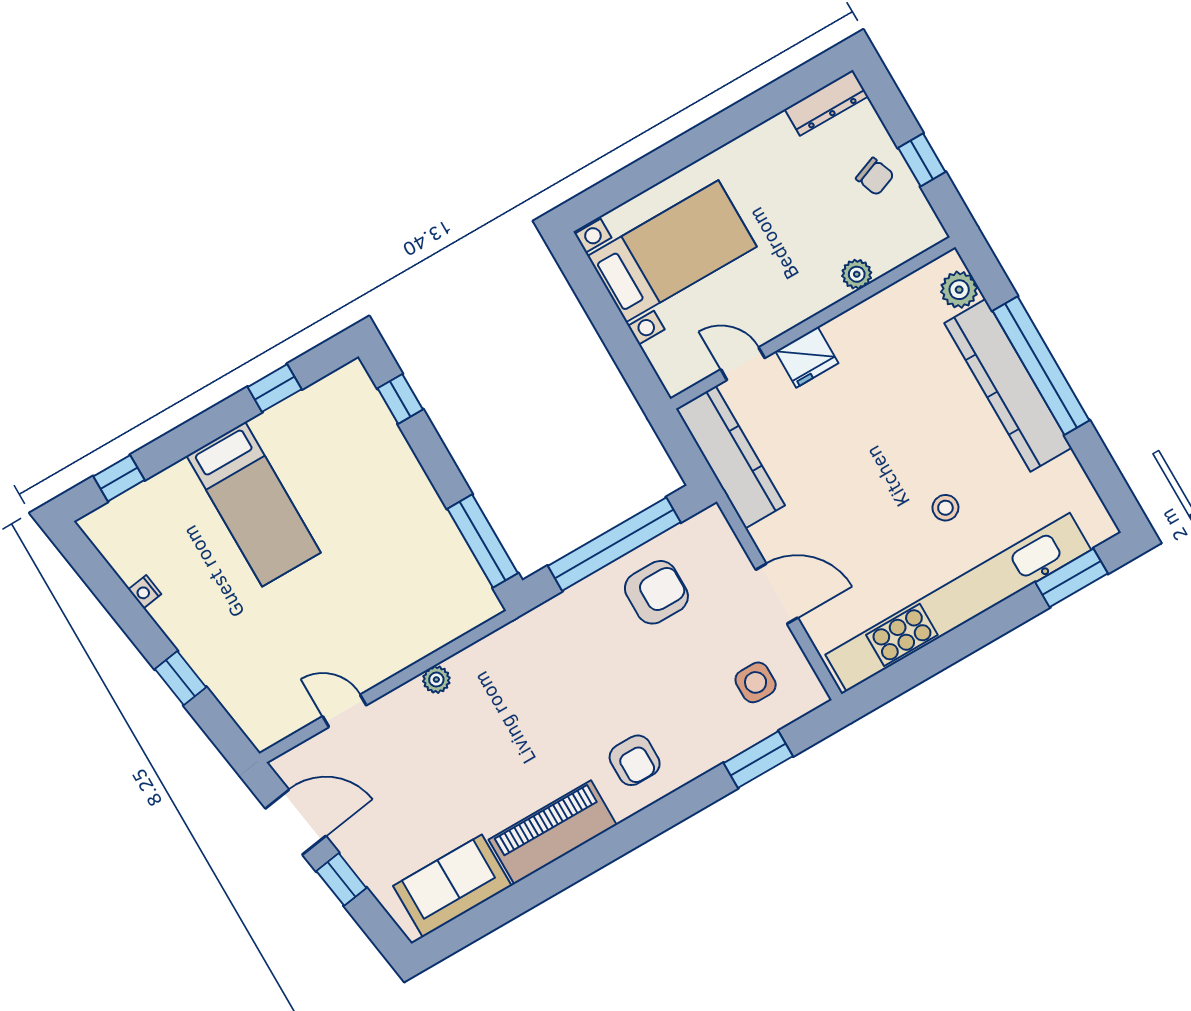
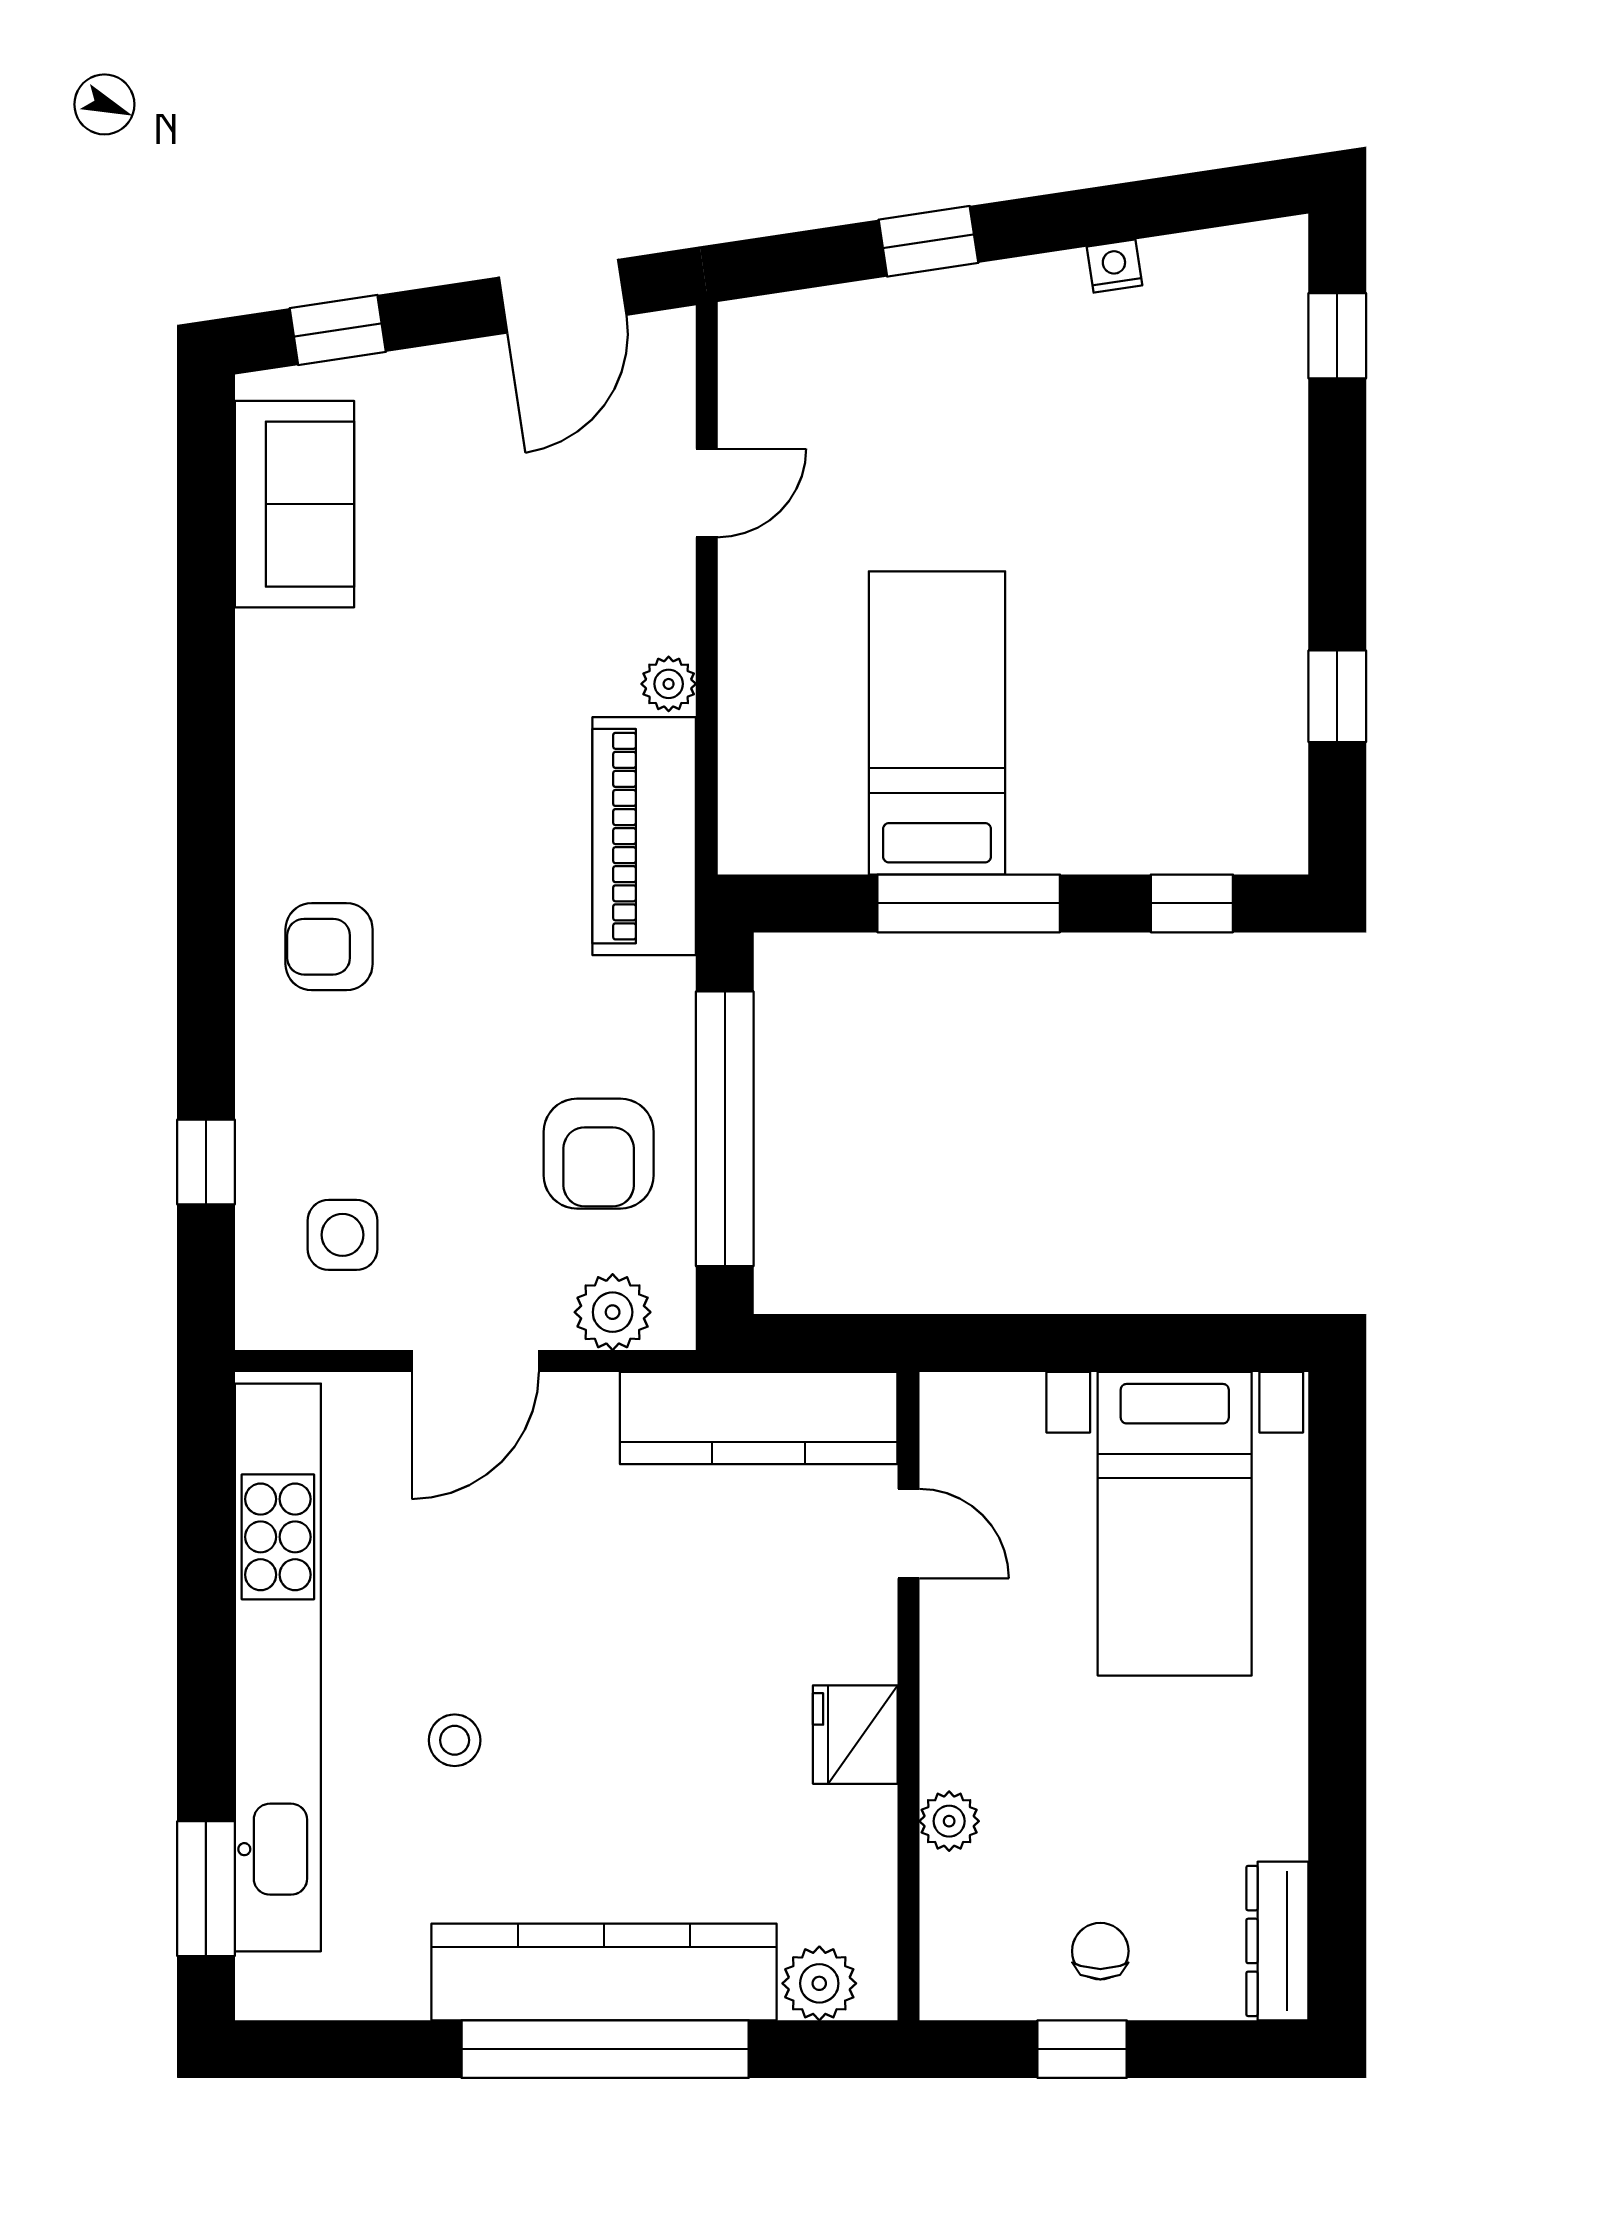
chair: (875, 177) -> (1100, 1951), turned 111
fridge: (807, 357) -> (855, 1735), moved
door: (743, 364) -> (909, 1534), hinge flipped
bed: (254, 504) -> (937, 723), moved, turned 90
window: (483, 541) -> (969, 903), moved
plant: (721, 547) -> (613, 1312), added
window: (758, 760) -> (206, 1162), width x0.67
piano: (553, 832) -> (644, 836), moved, turned 180
window: (341, 879) -> (338, 330), moved

